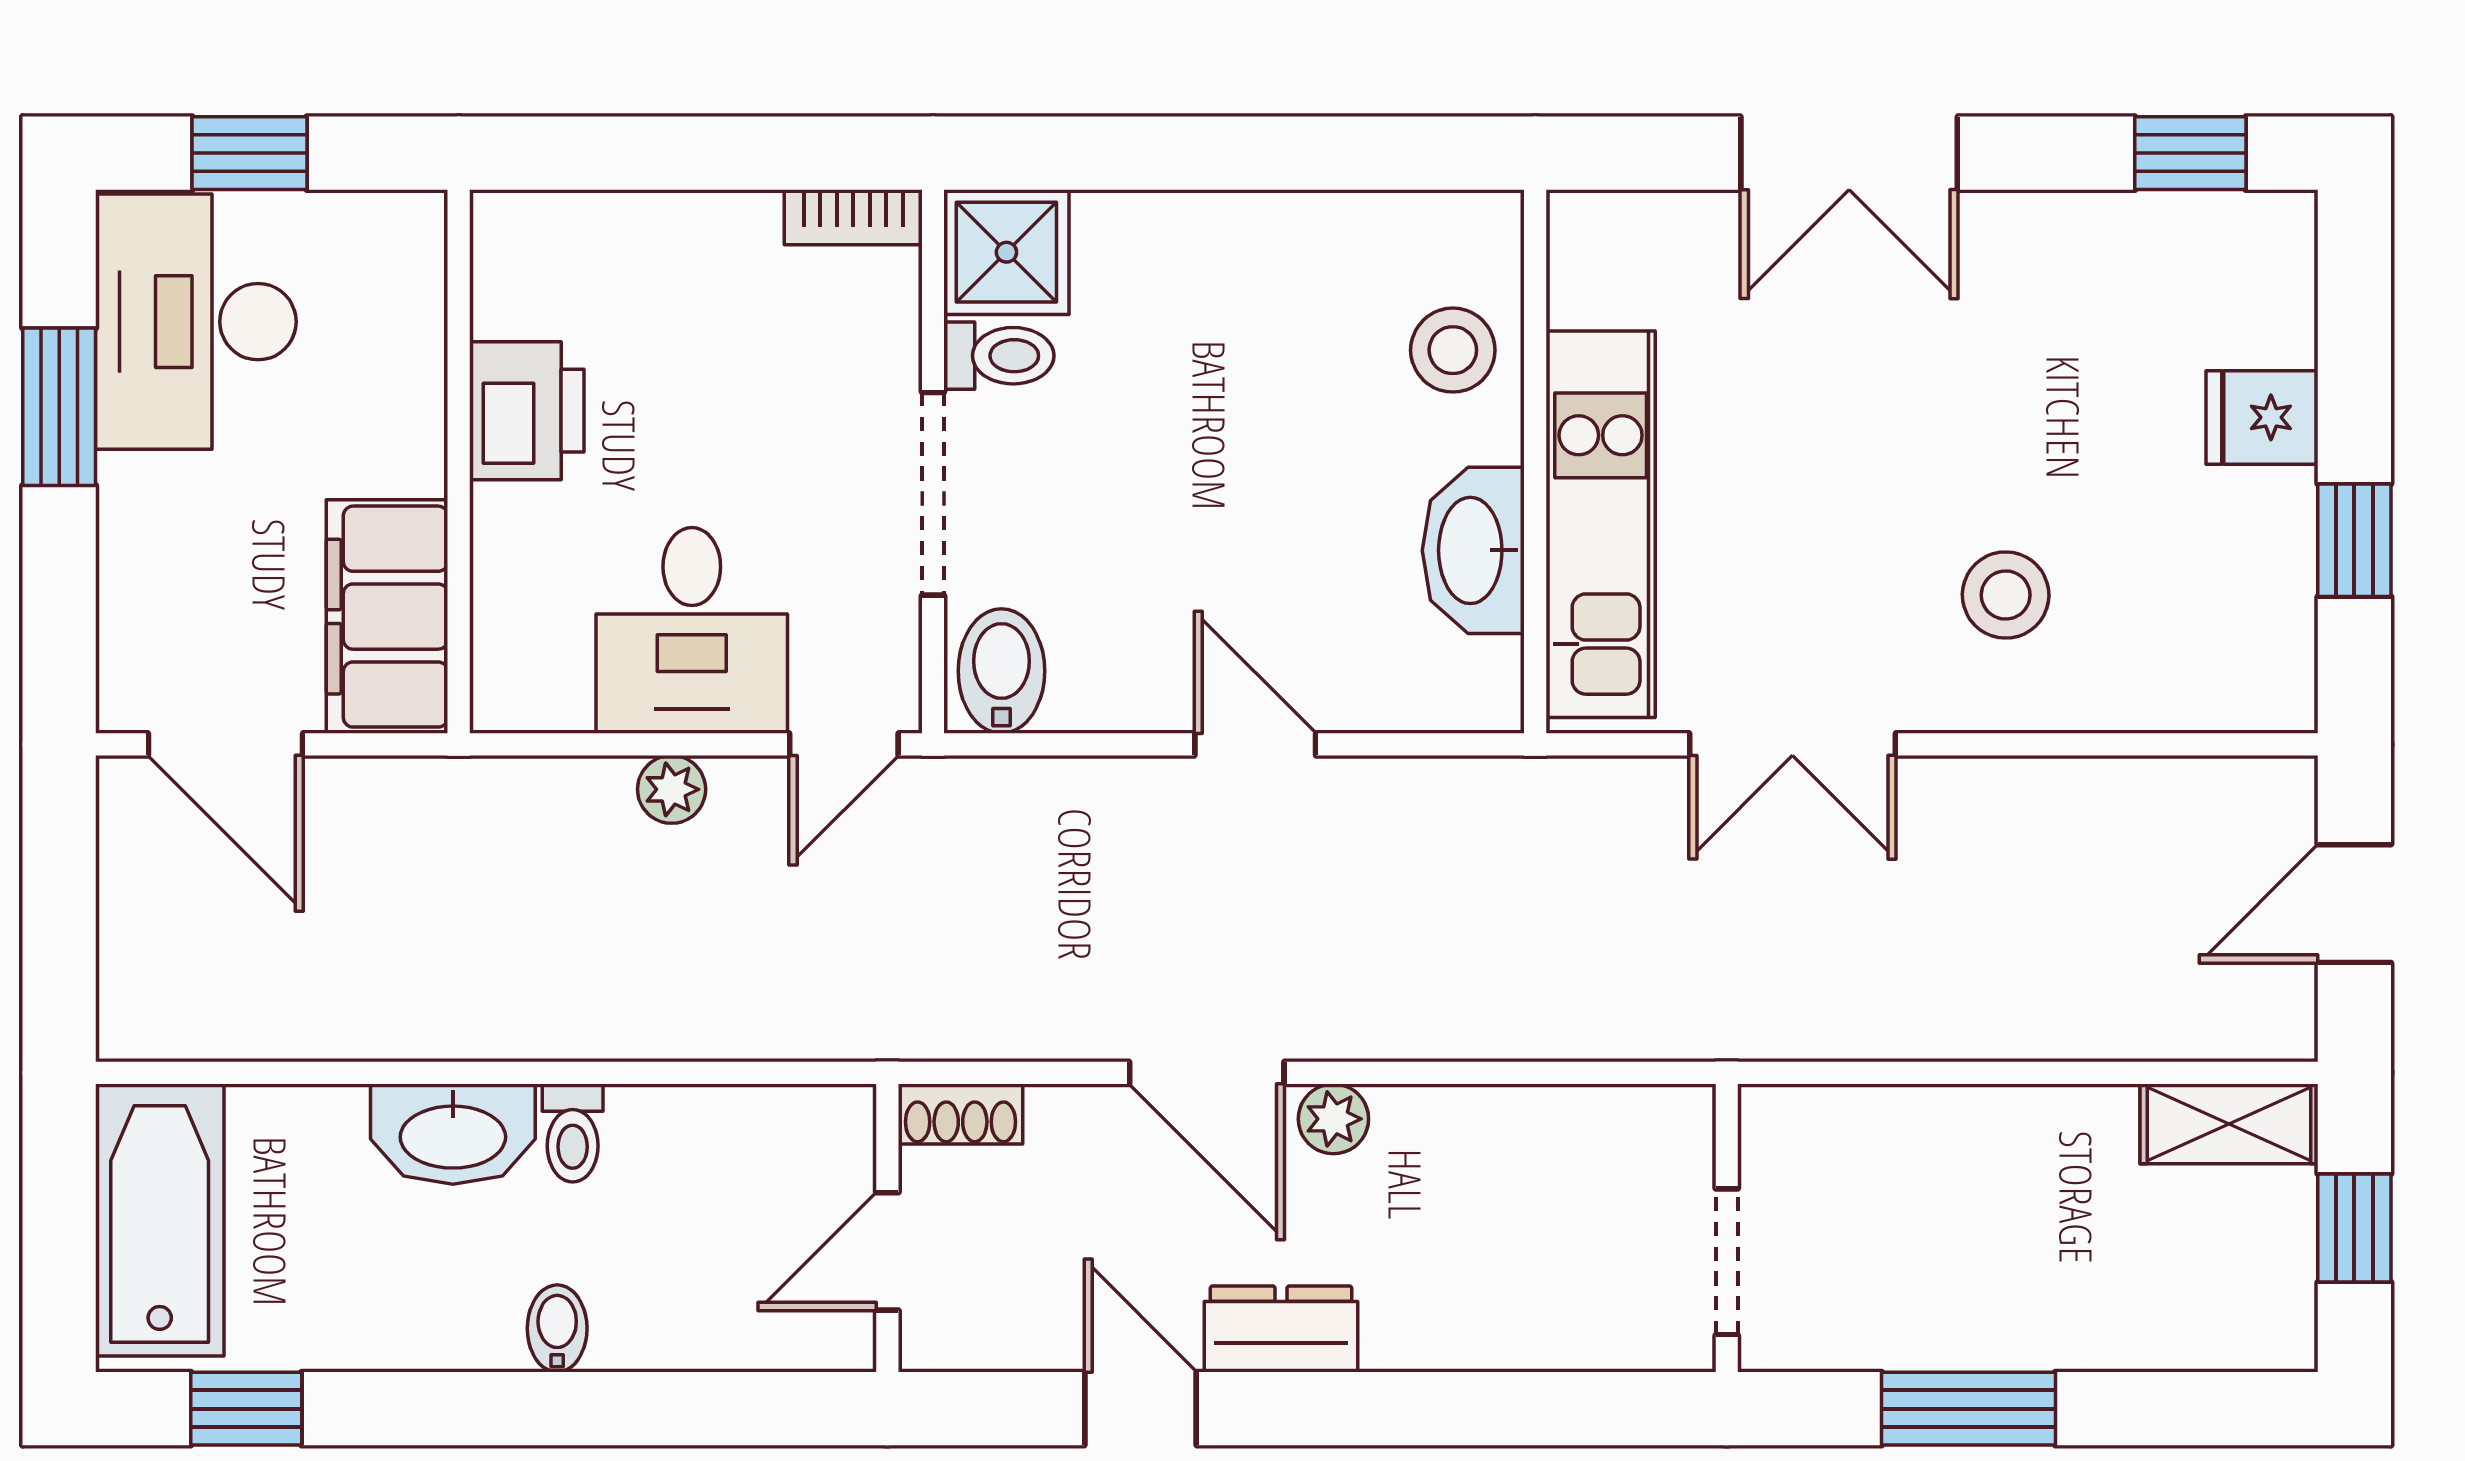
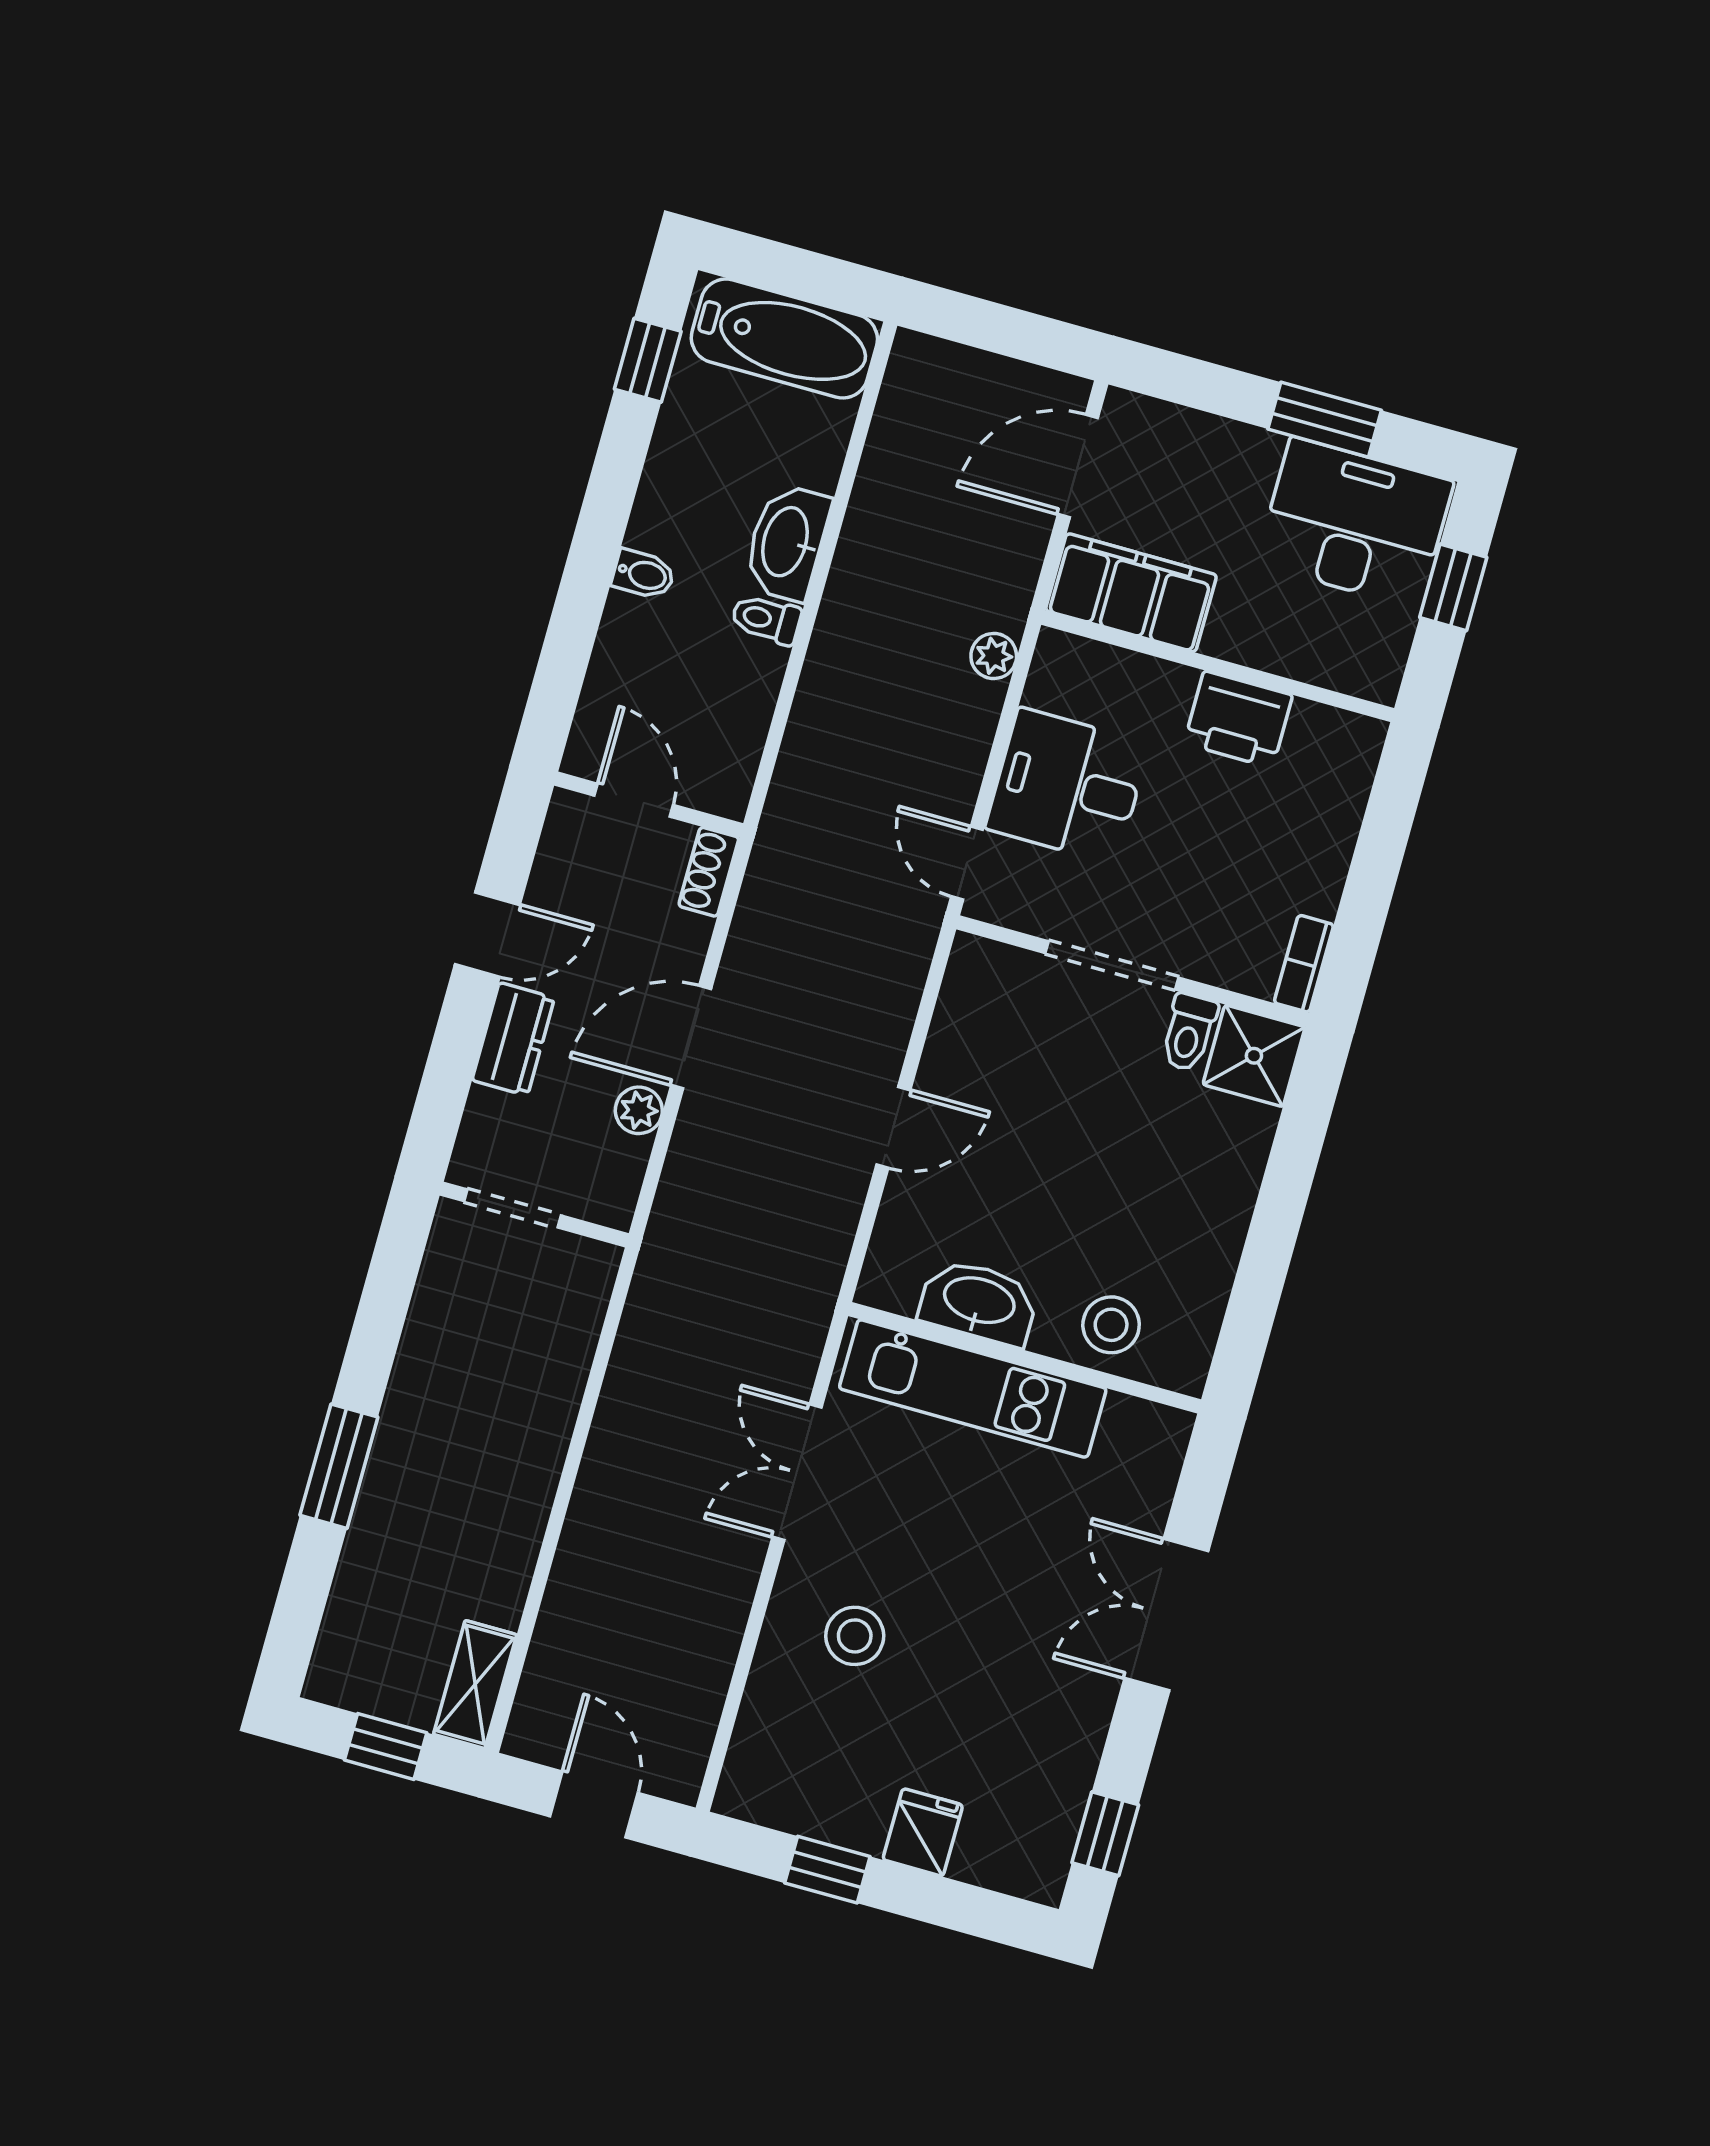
bidet: (1001, 671) -> (986, 977), removed
plant: (672, 789) -> (994, 656), moved
wall: (1727, 1228) -> (534, 1214), moved
doorway: (1727, 1262) -> (512, 1208), moved

